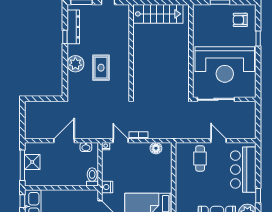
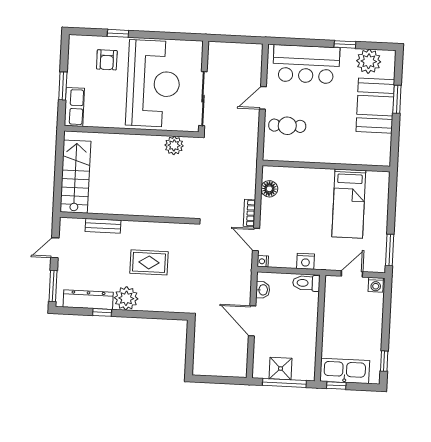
row of seats: (206, 11) -> (74, 107), added
armchair: (240, 20) -> (107, 60), moved
bench: (125, 35) -> (103, 226), added
plant: (75, 64) -> (126, 298), moved
plant: (183, 81) -> (174, 145), added
door: (121, 141) -> (256, 239), hinge flipped
nightstand: (107, 187) -> (306, 261), moved

